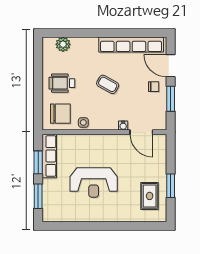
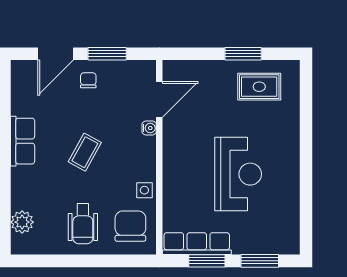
row of seats: (131, 45) -> (23, 141), width x0.50

